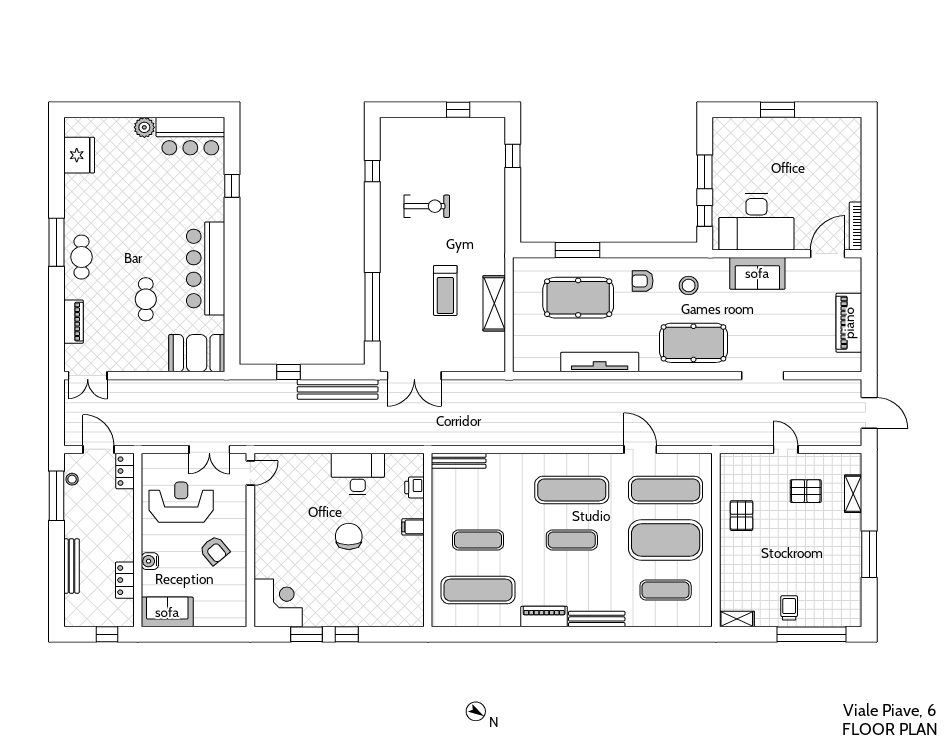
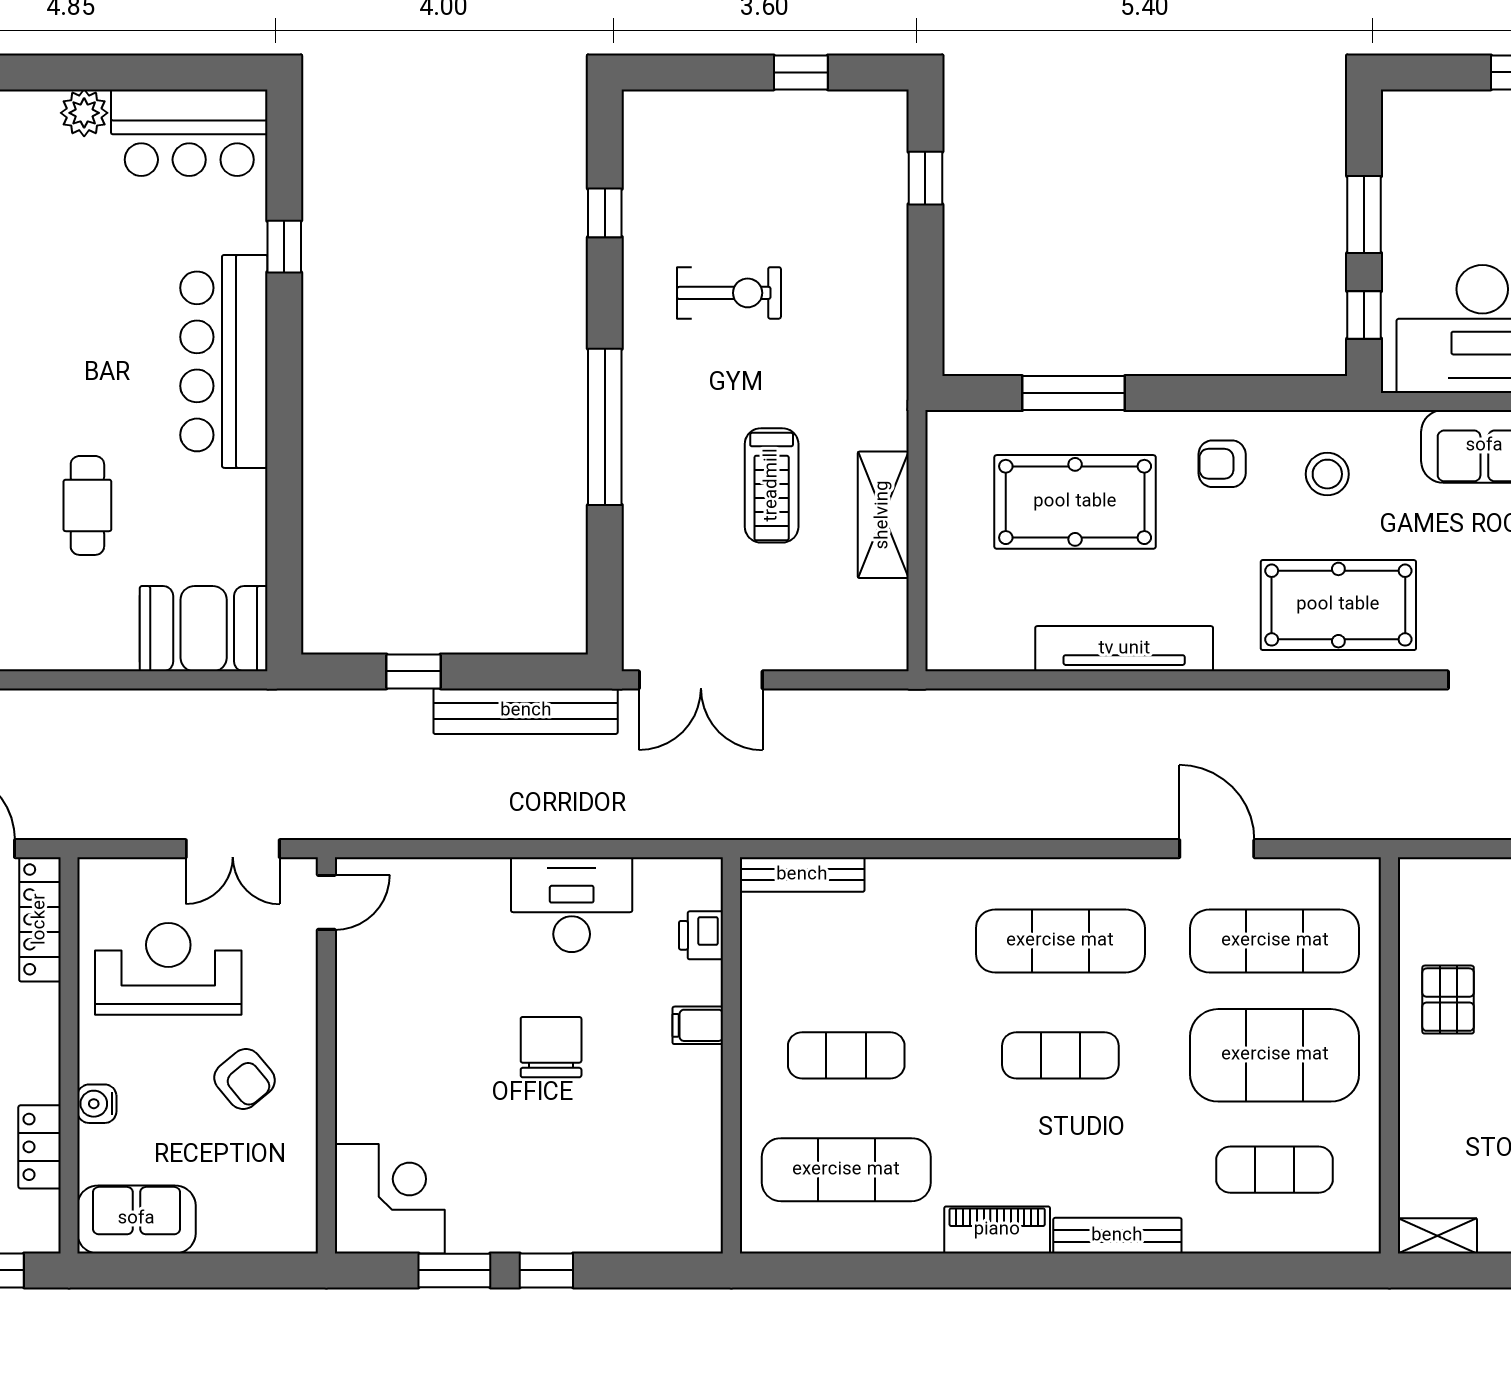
bar counter: (206, 269) -> (224, 361), moved
window: (372, 307) -> (605, 427), moved
locker: (125, 471) -> (40, 919), width x1.53

